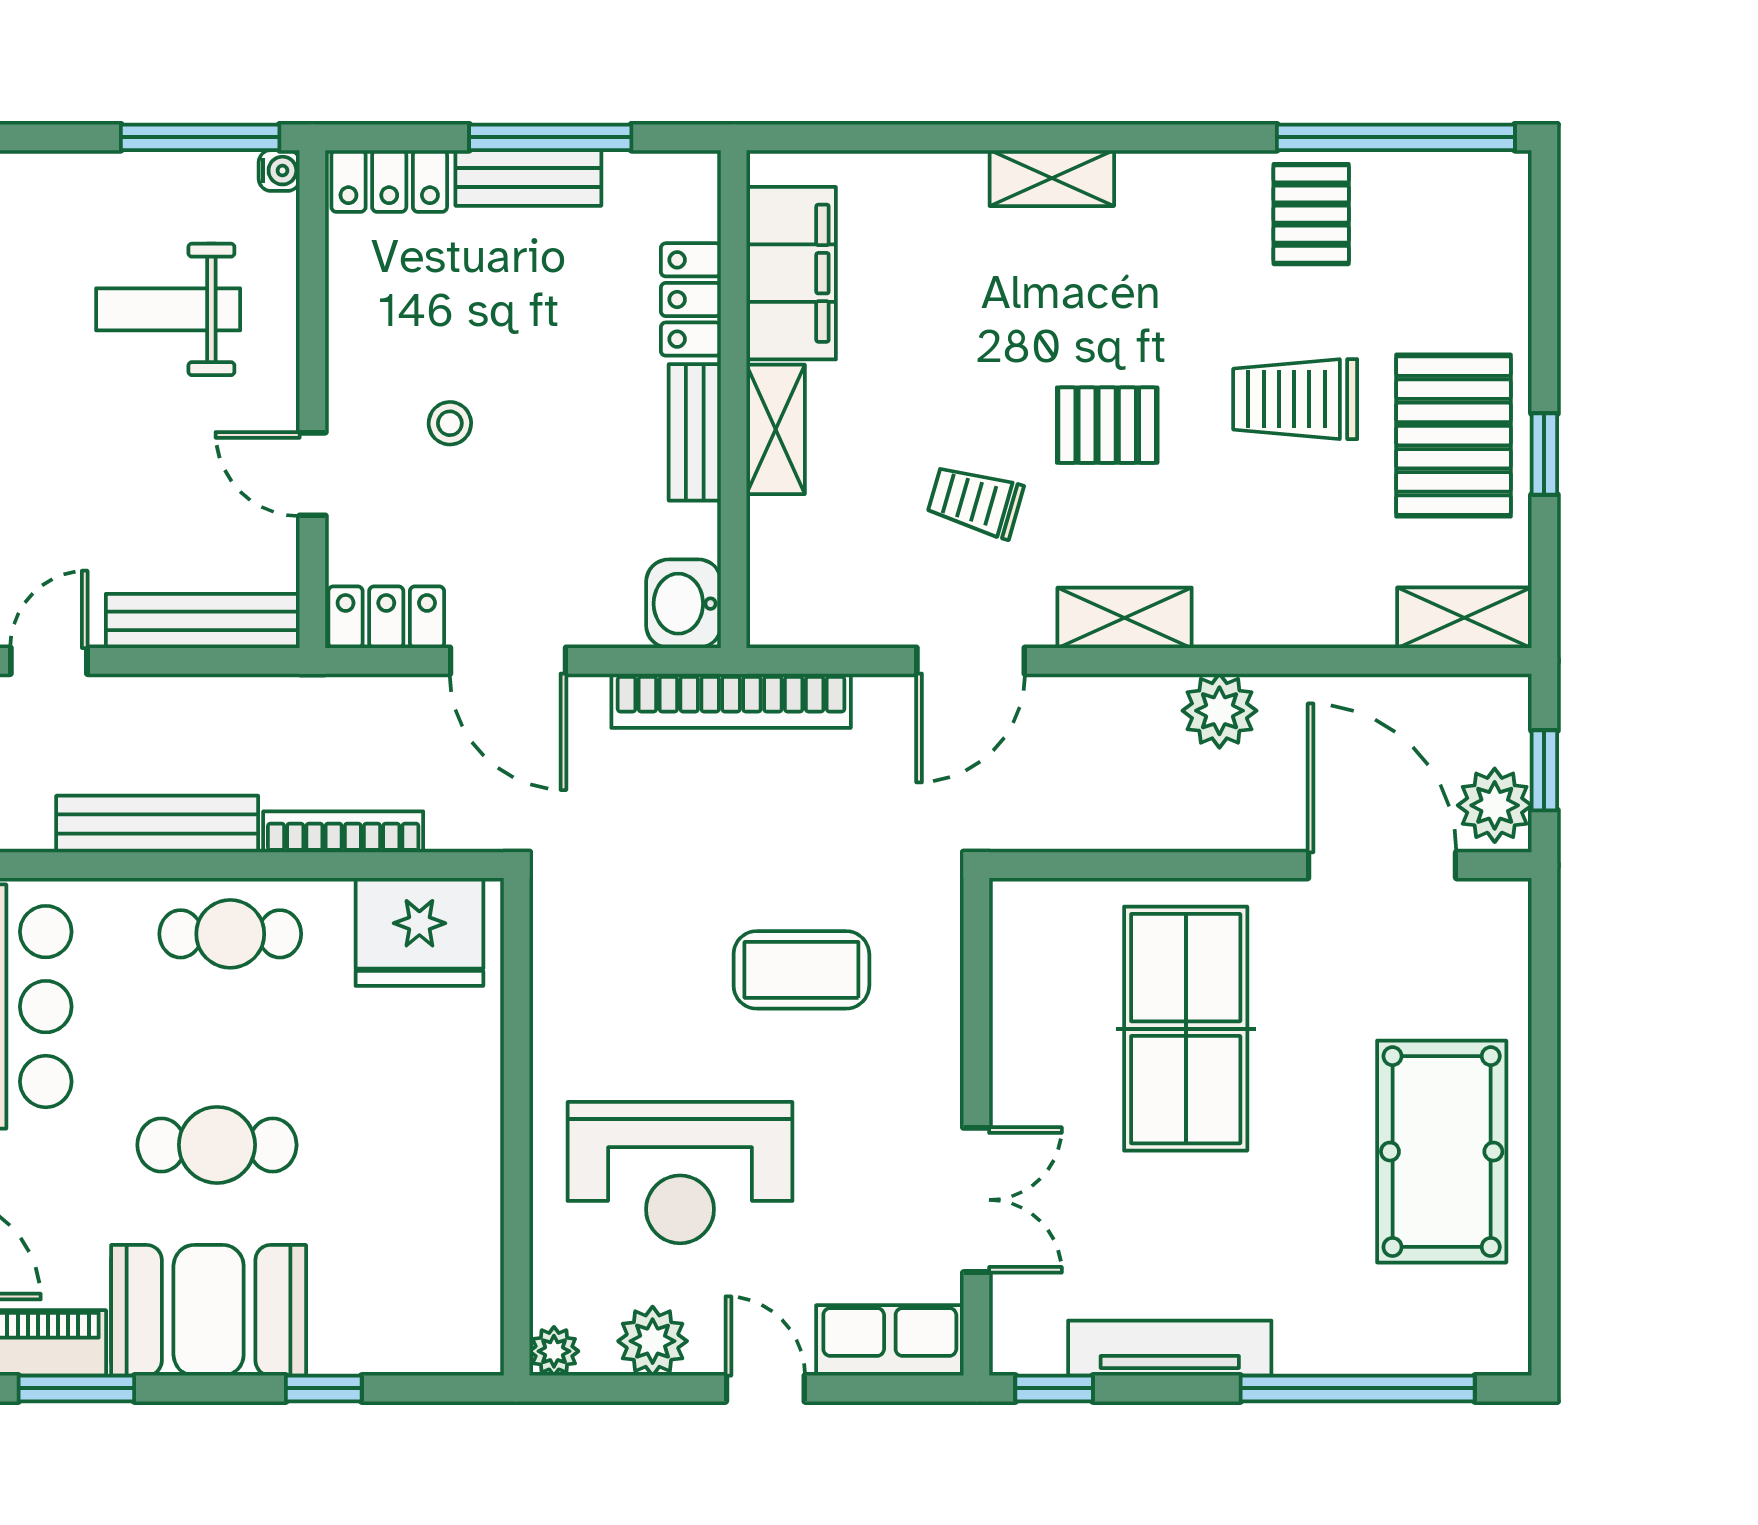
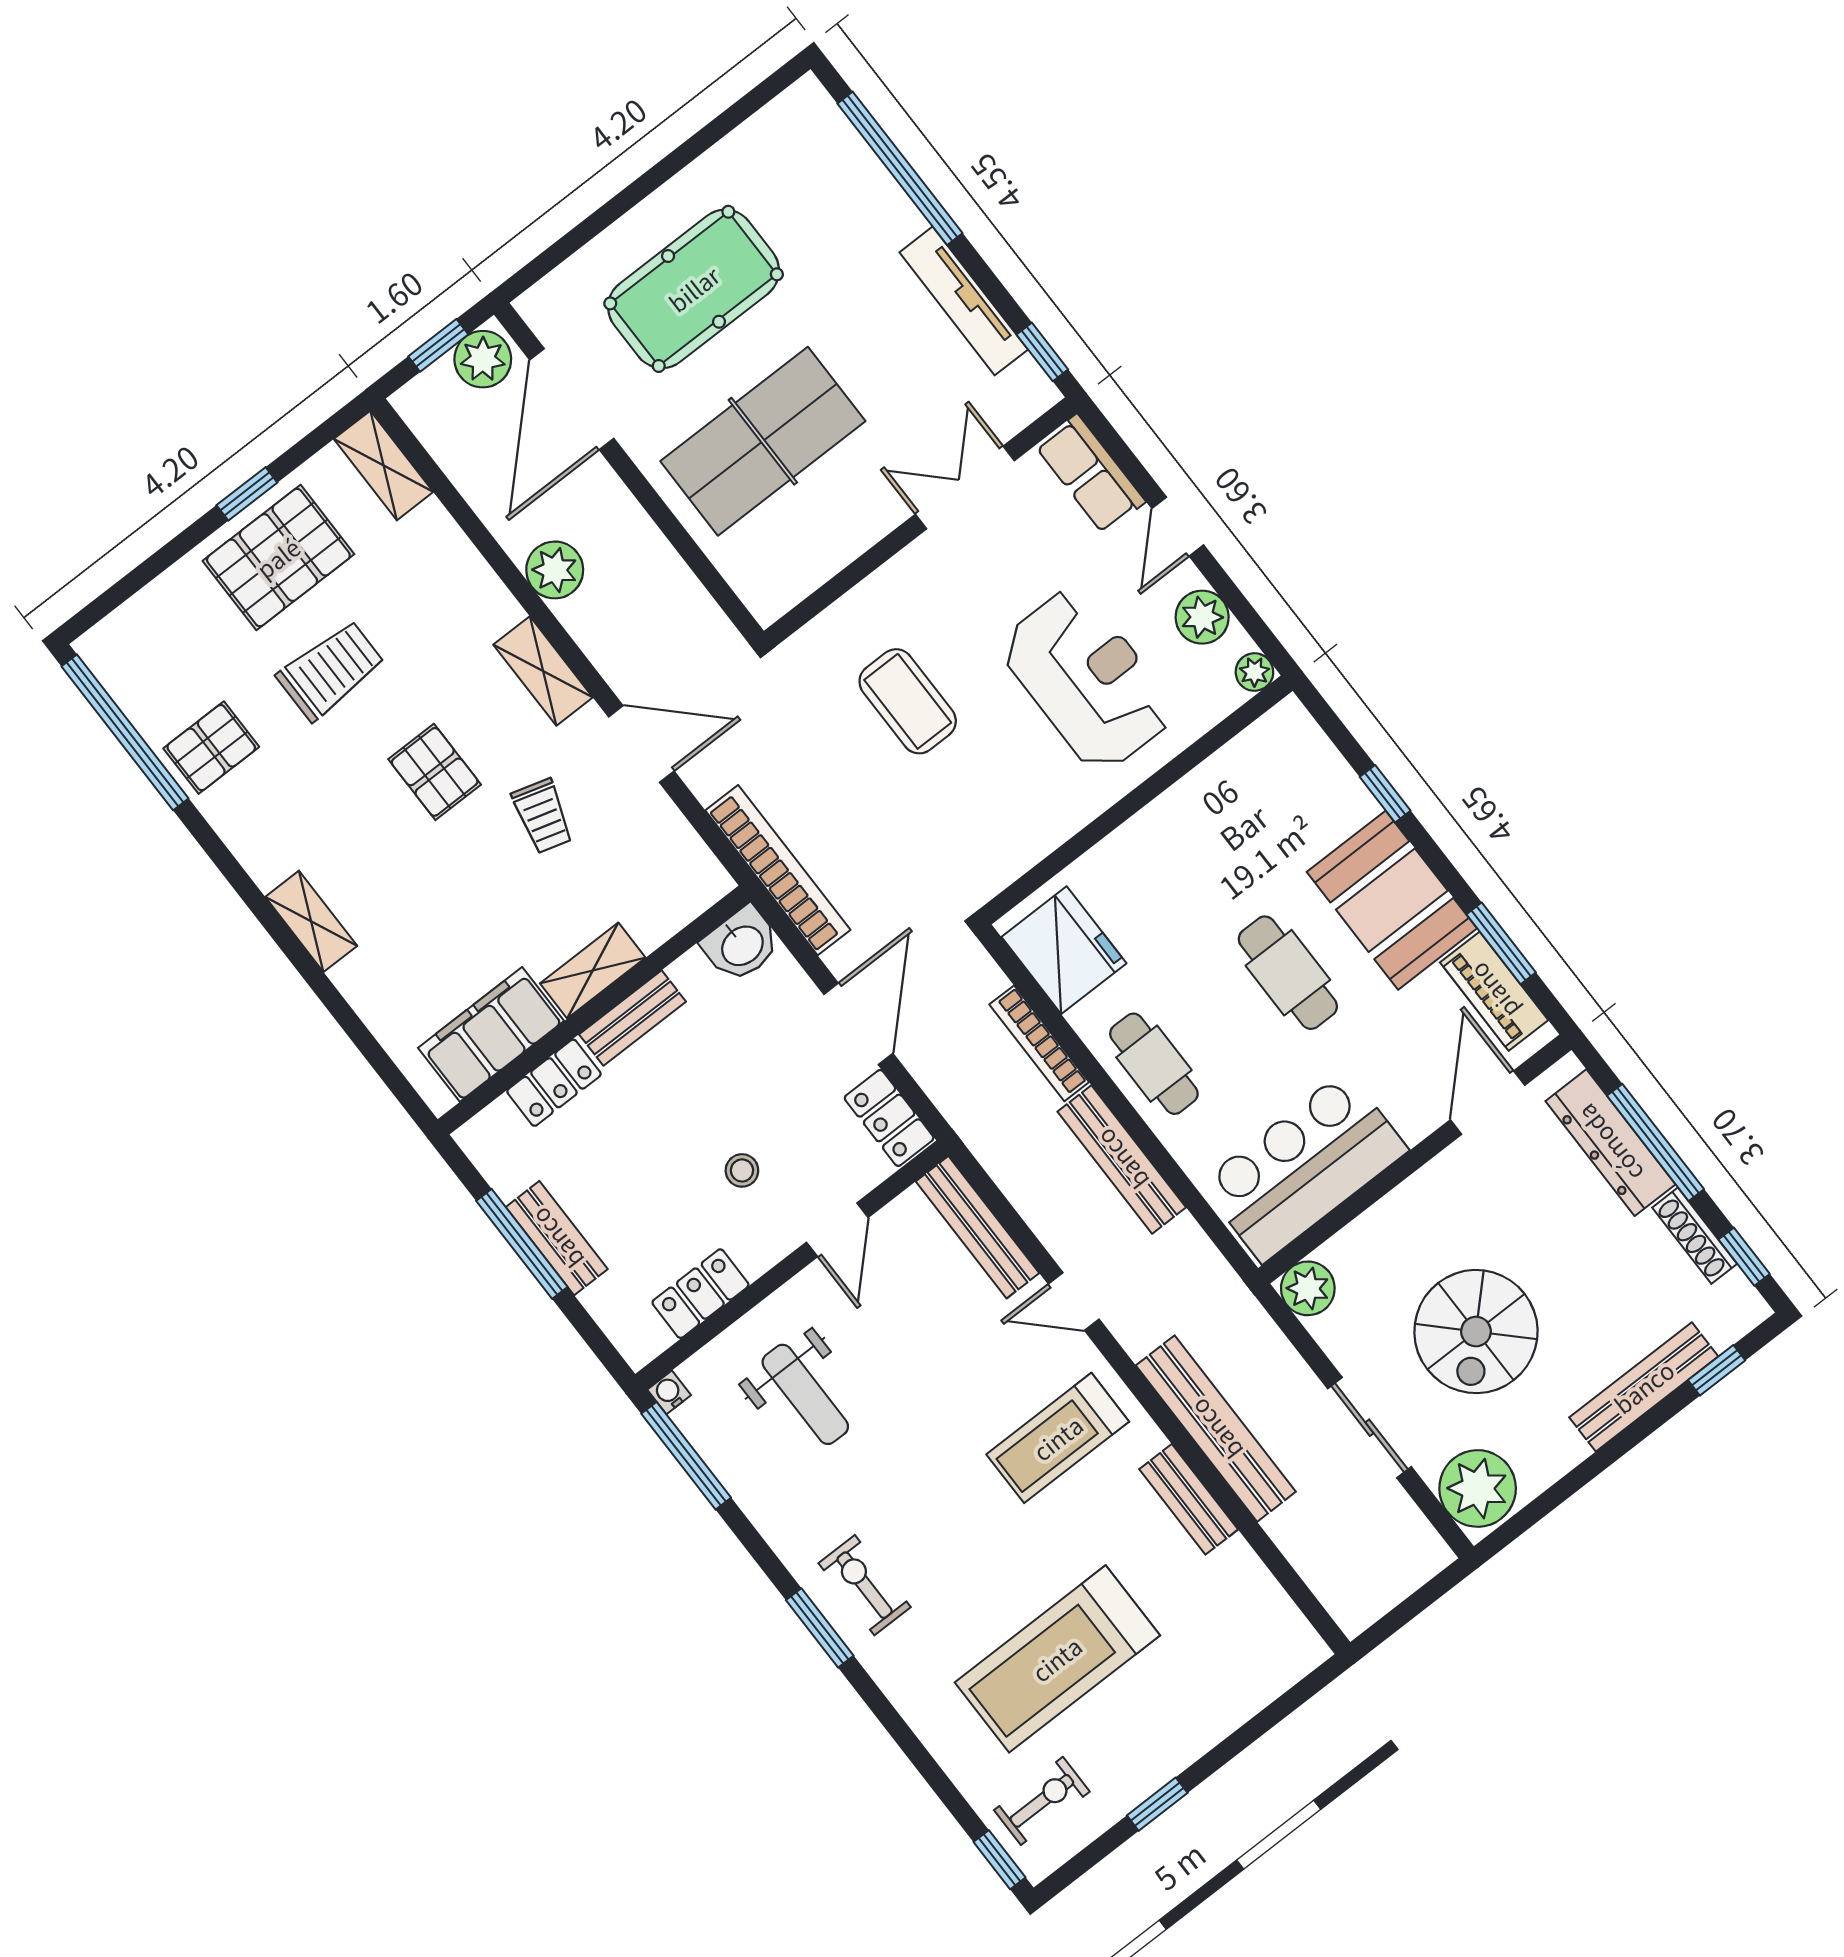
locker: (389, 181) -> (700, 1294), moved, turned -90
trolley: (1295, 399) -> (331, 670), turned -90
pool table: (1442, 1152) -> (694, 289), moved

